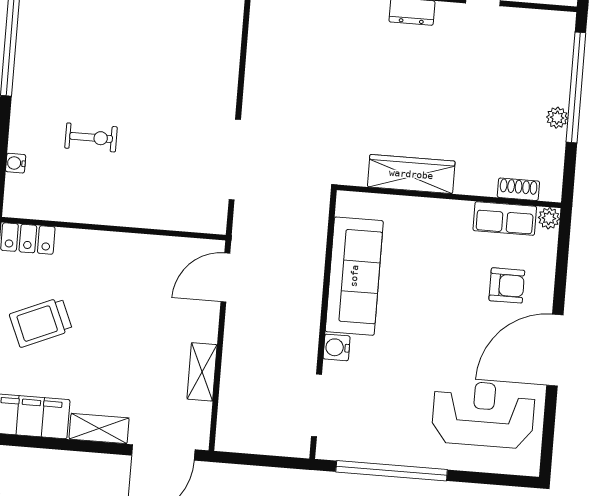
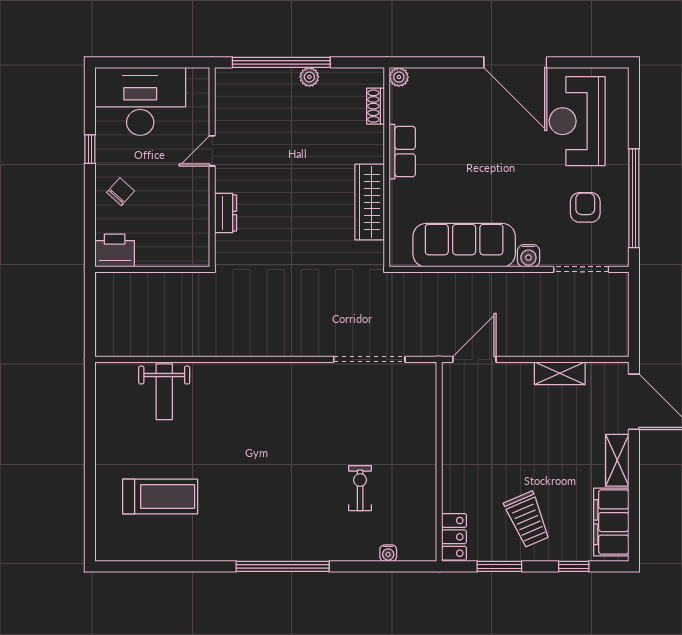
row of seats: (505, 218) -> (402, 152), moved
door: (225, 277) -> (474, 359), swing flipped
armchair: (507, 285) -> (585, 207), moved

